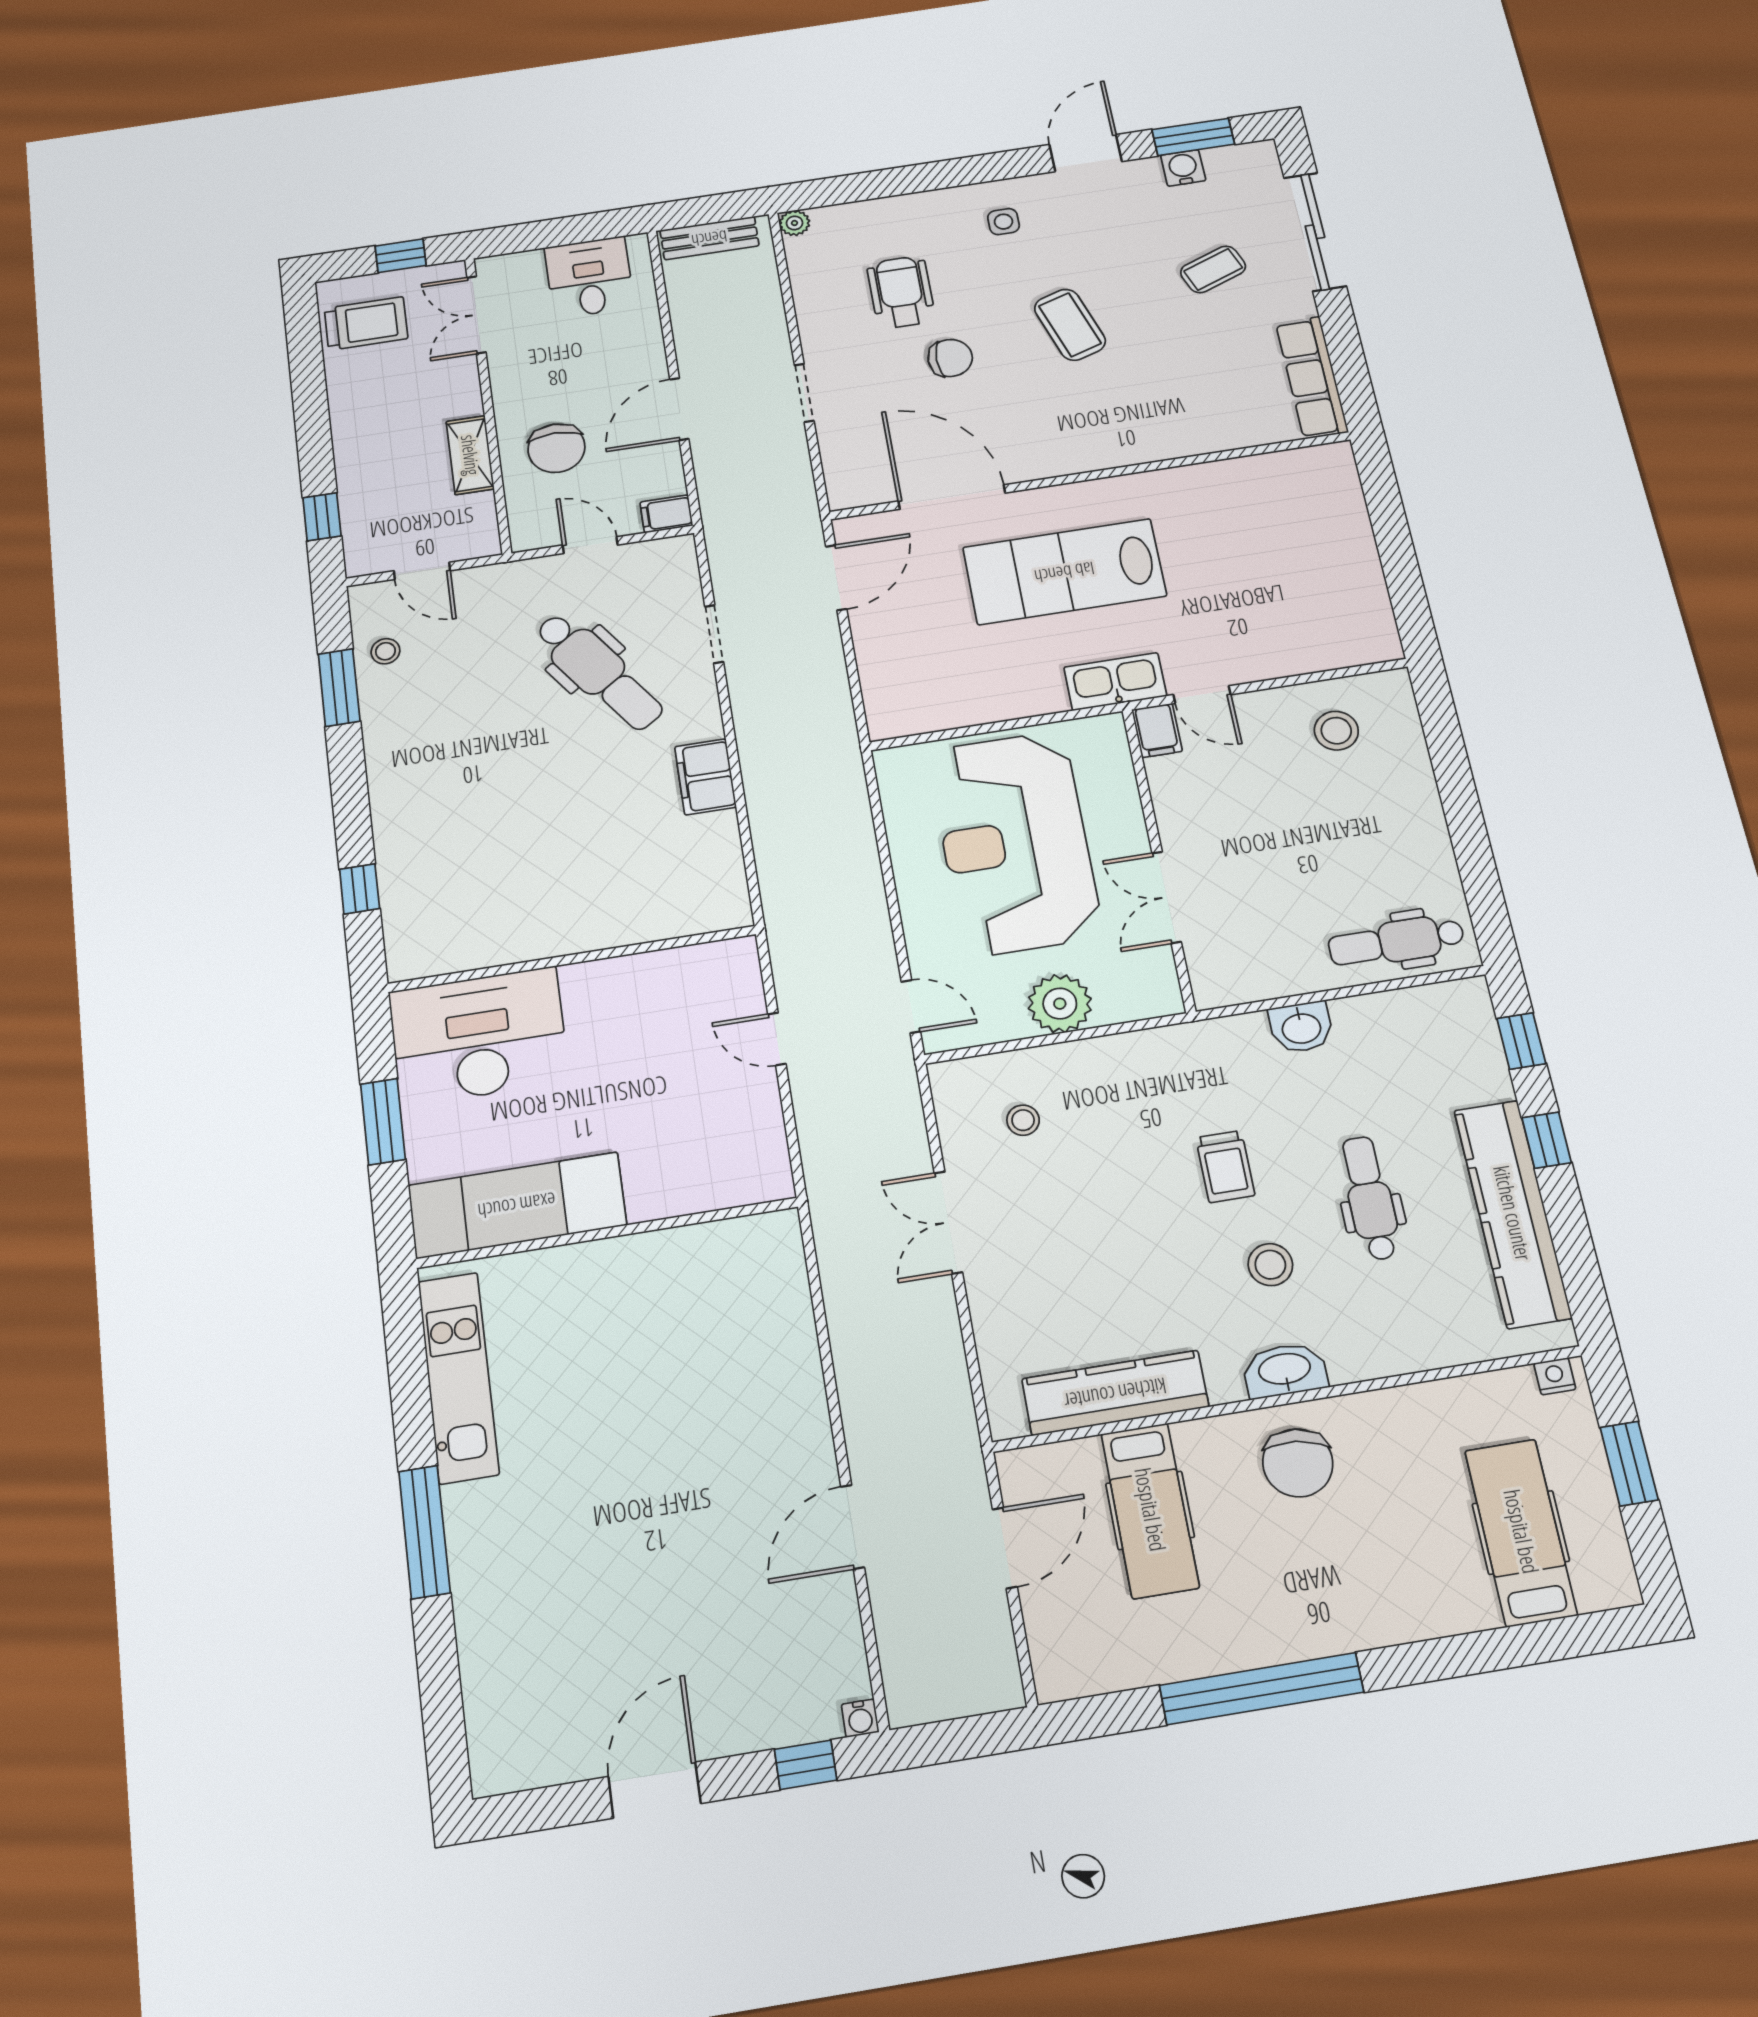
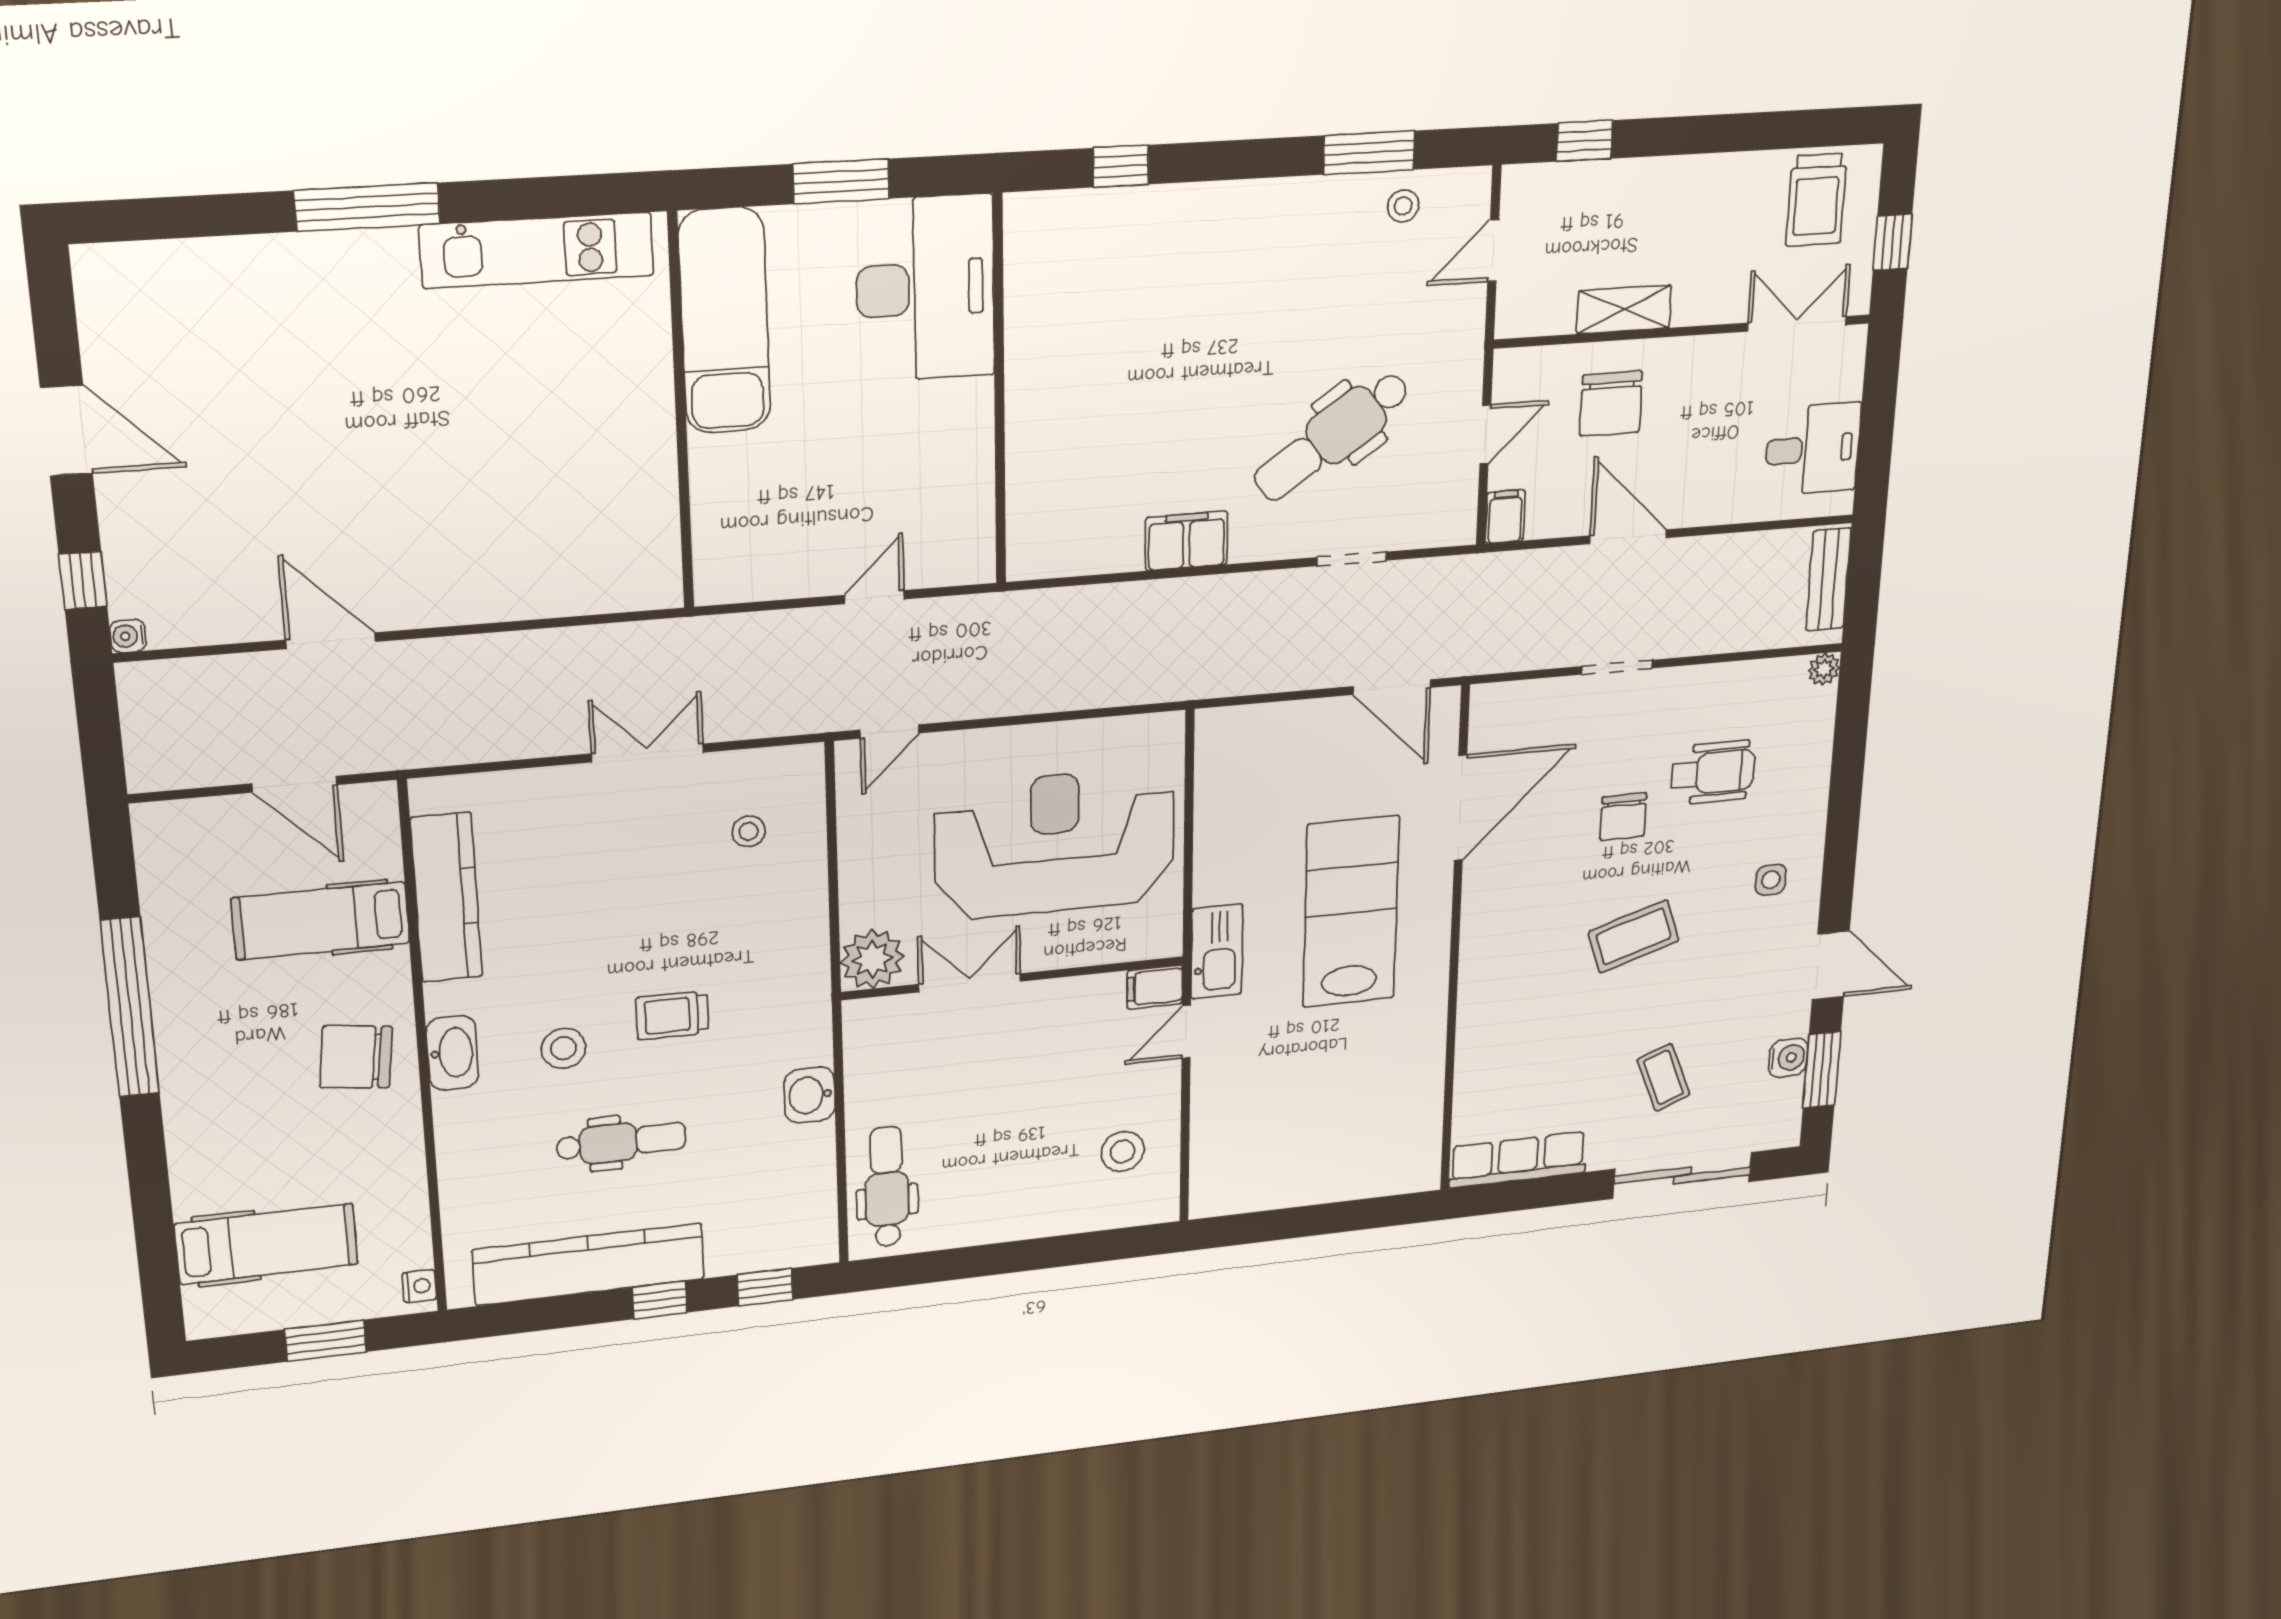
chair: (556, 448) -> (1611, 404), turned -90
plant: (1060, 1004) -> (872, 959), moved

